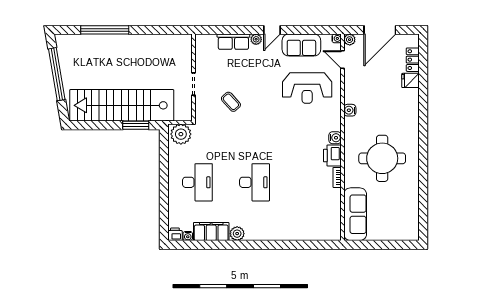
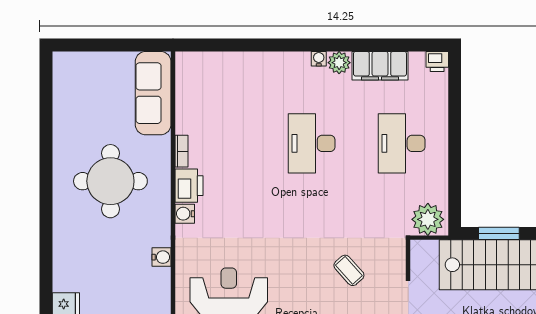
water cooler: (188, 236) -> (319, 59), moved

